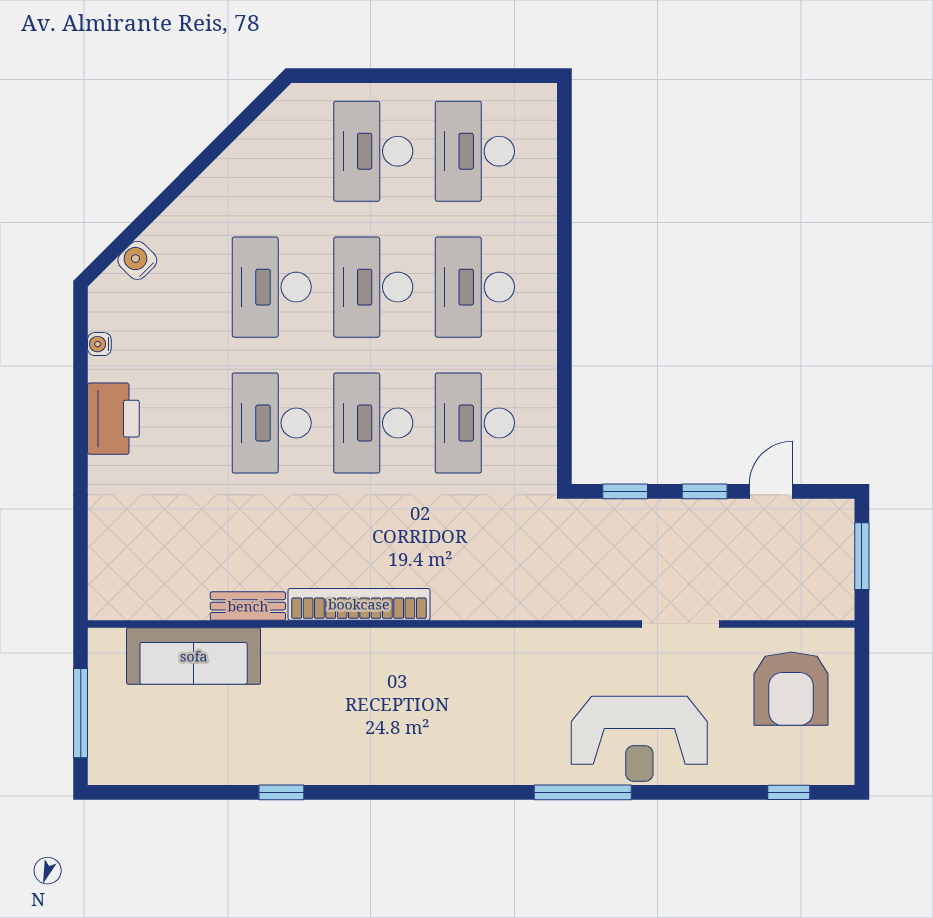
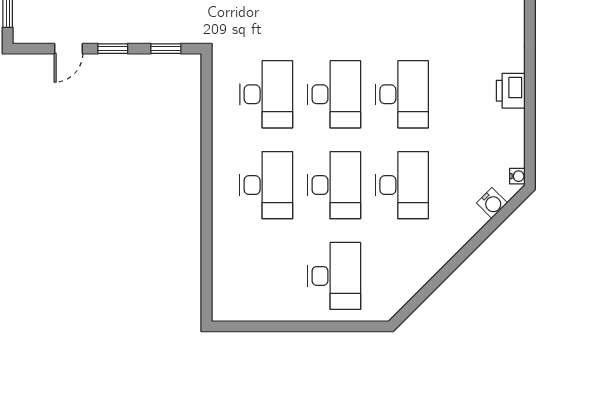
desk: (475, 151) -> (266, 276), removed
water cooler: (99, 344) -> (517, 176), moved
printer: (113, 419) -> (511, 91), width x0.73, depth x0.84

